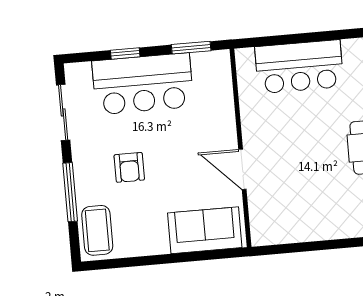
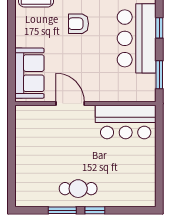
bar counter: (299, 67) -> (126, 122), moved, turned -90
door: (242, 169) -> (70, 104), hinge flipped

